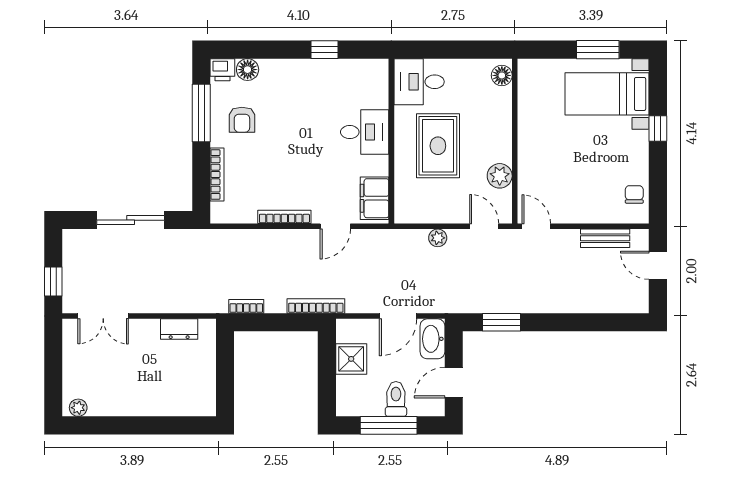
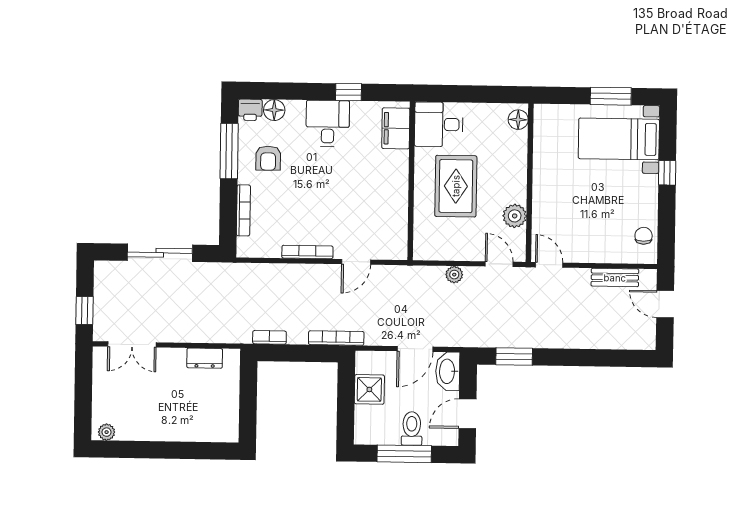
desk: (365, 132) -> (328, 123), moved, turned -90
filing cabinet: (374, 198) -> (396, 128), moved

